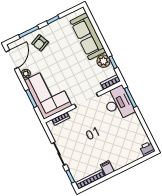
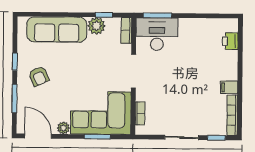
armchair: (40, 43) -> (39, 76), moved
printer: (147, 149) -> (230, 41), moved

